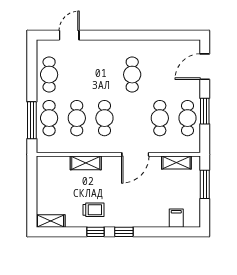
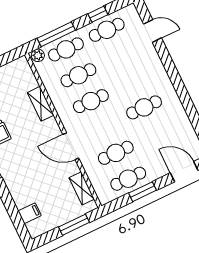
window: (32, 76) -> (98, 14), added
plant: (43, 145) -> (38, 55), added

